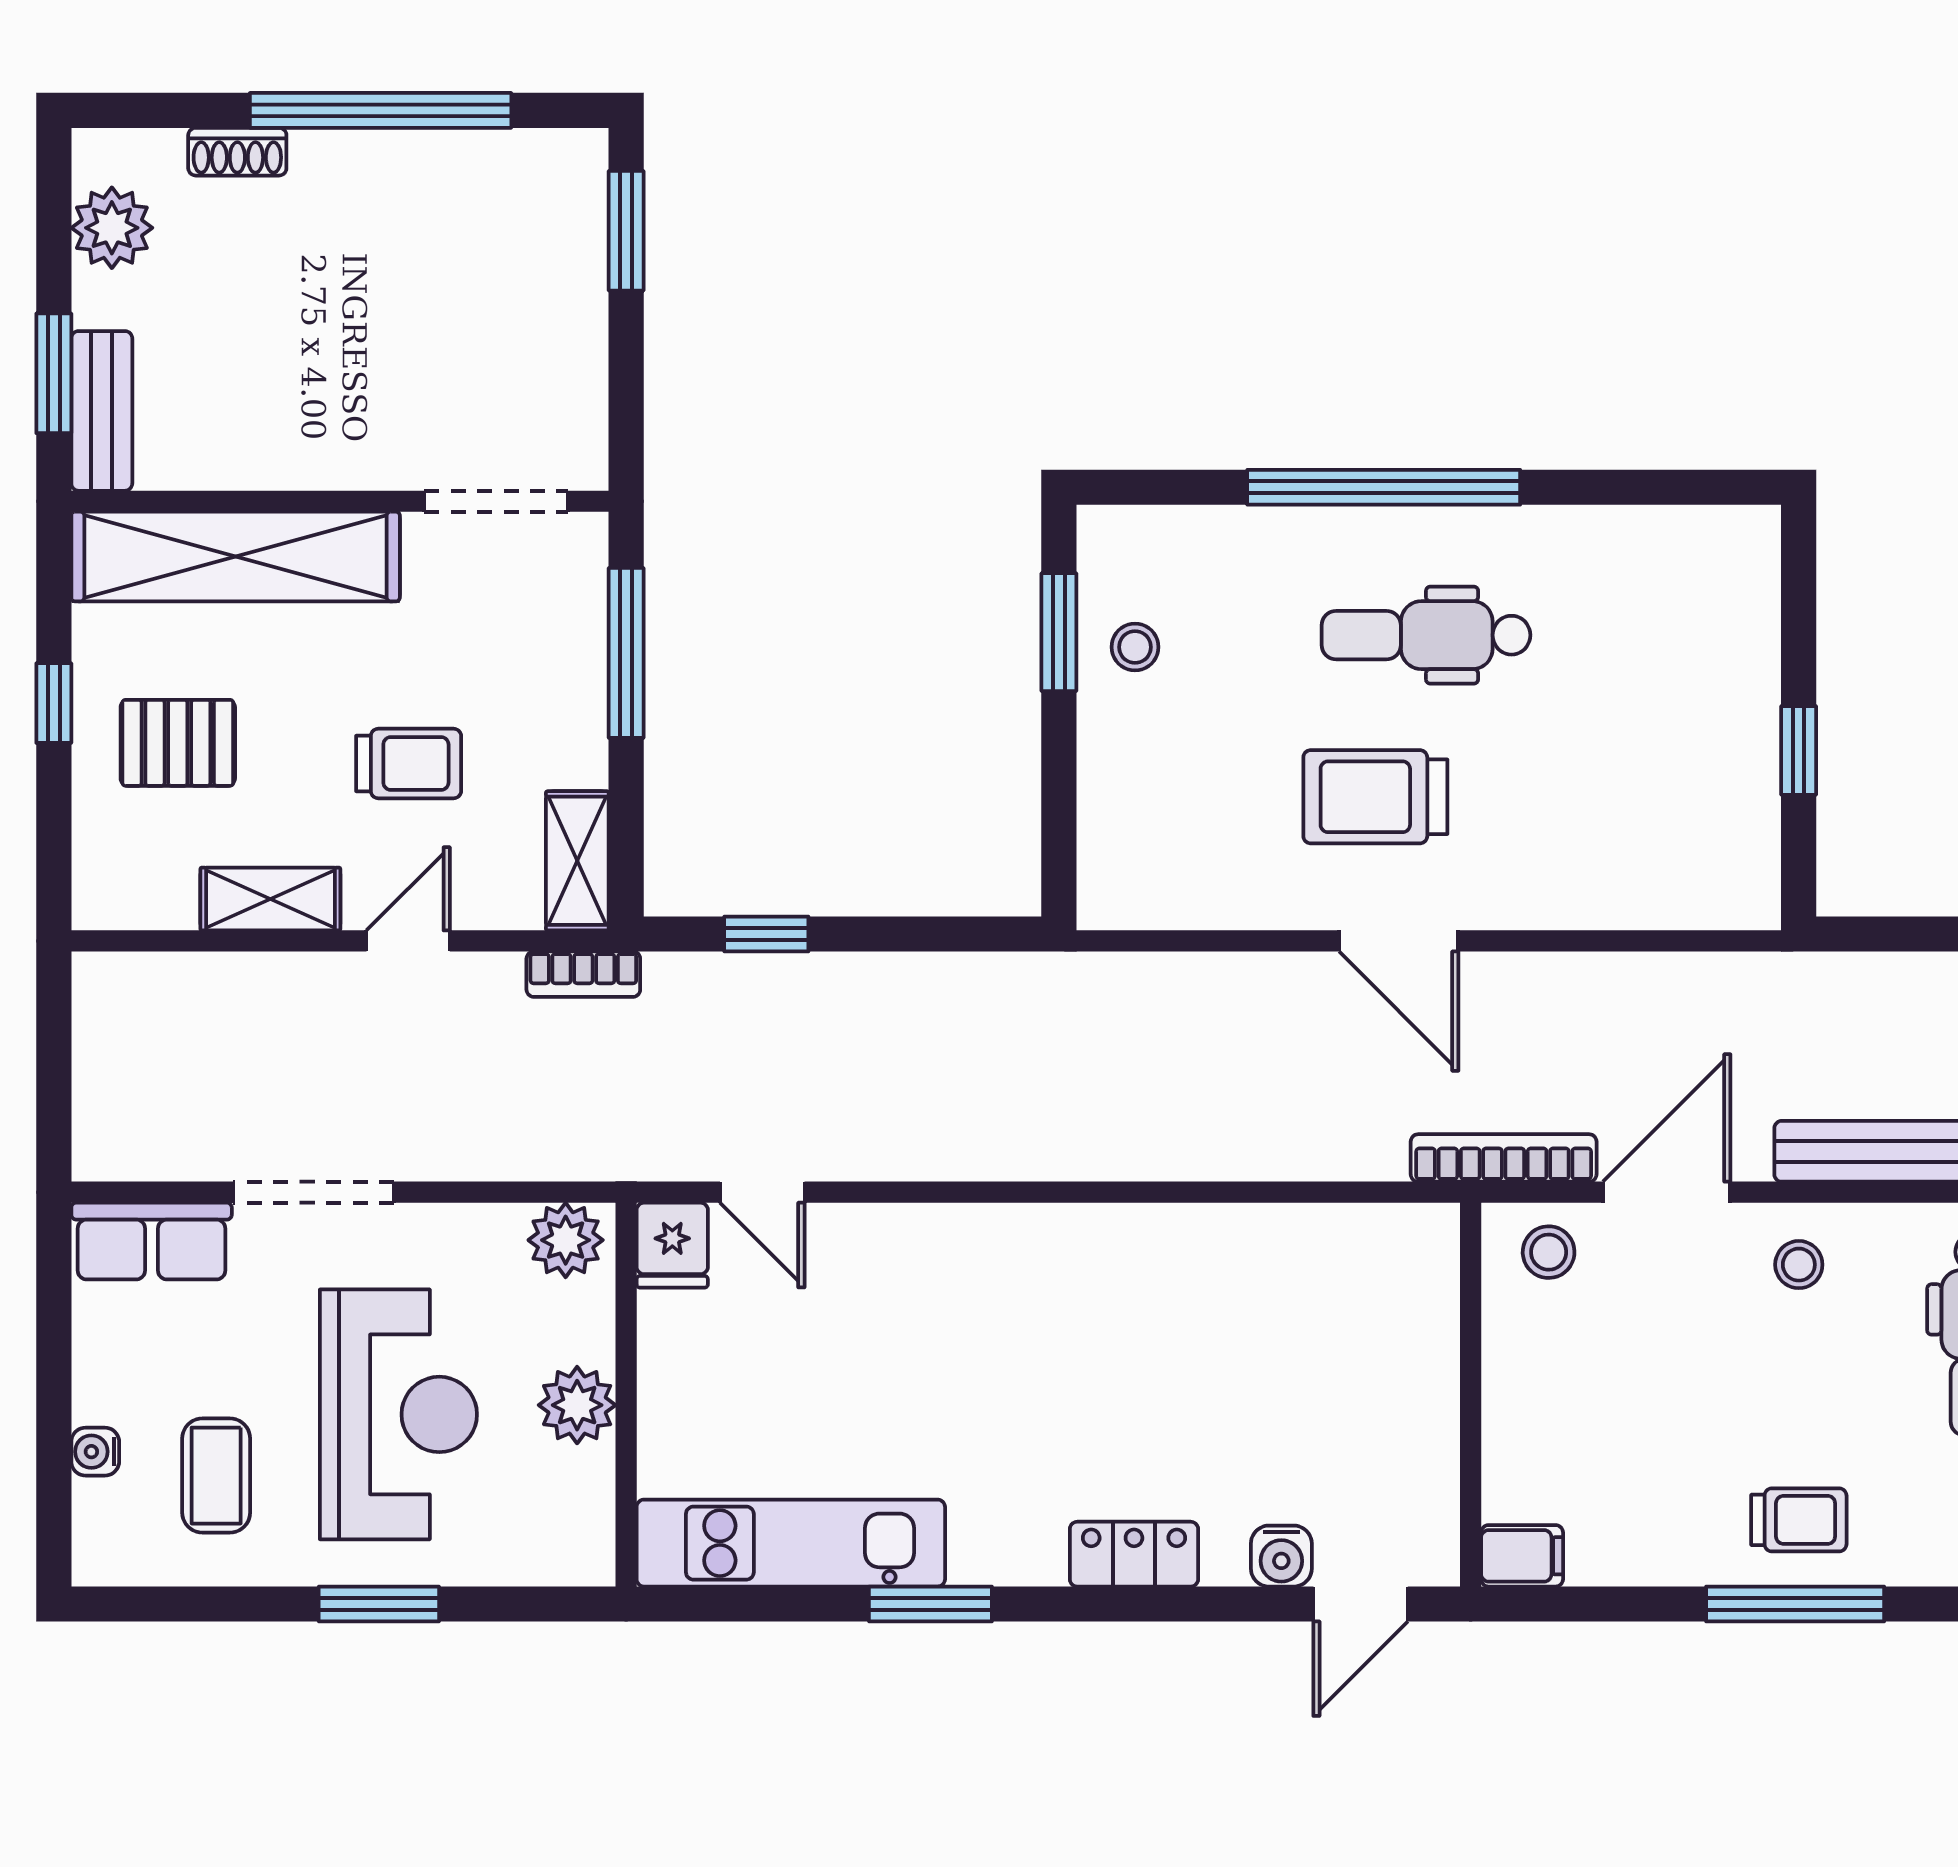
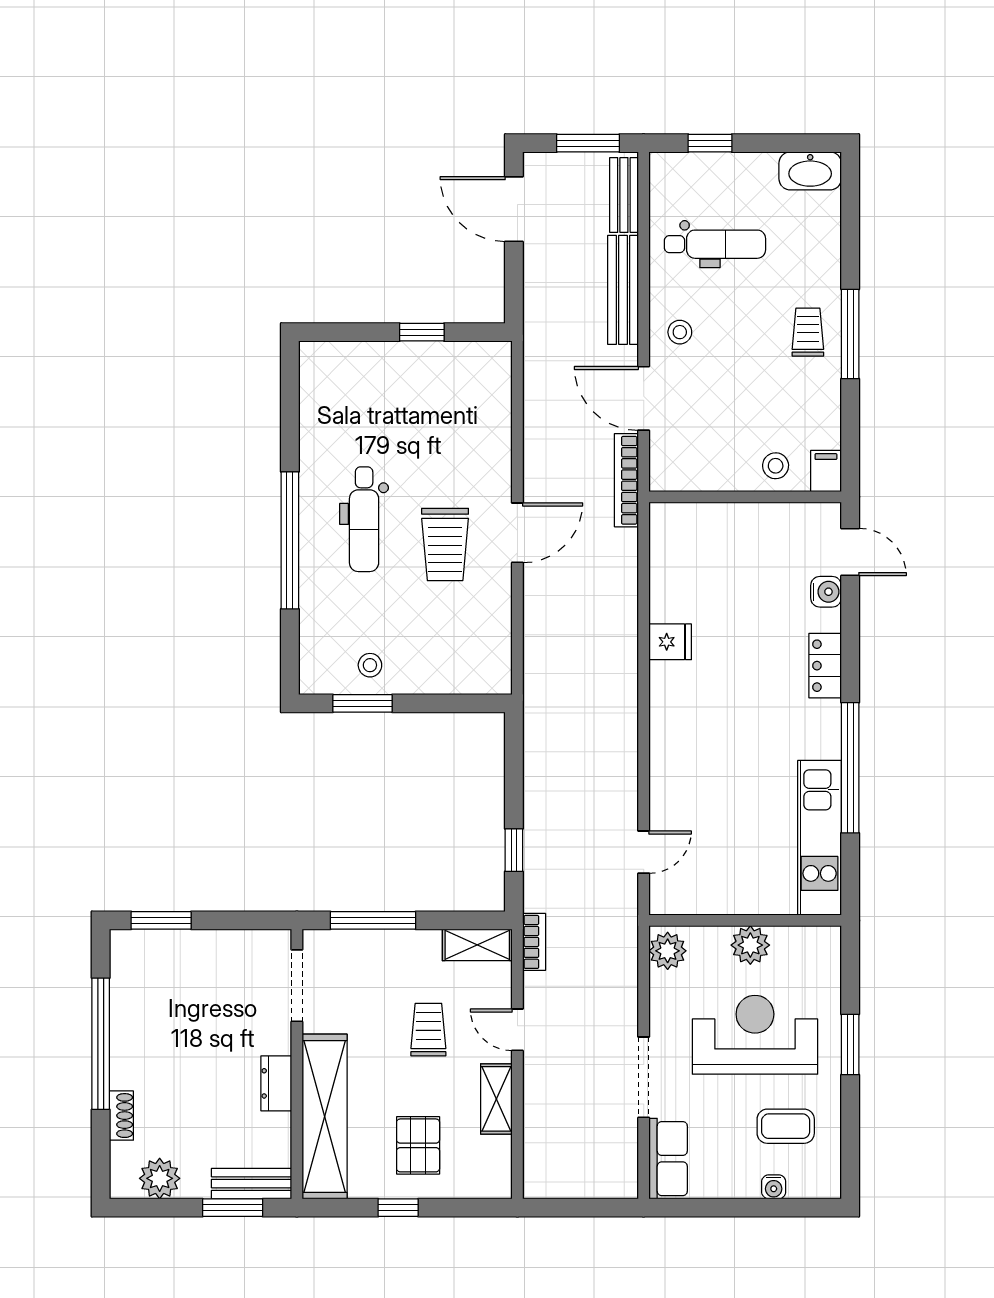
dresser: (301, 460) -> (276, 1083), added
fridge: (672, 1245) -> (670, 642), moved
stool: (1549, 1252) -> (776, 466), moved
window: (930, 1604) -> (850, 768), width x2.11

